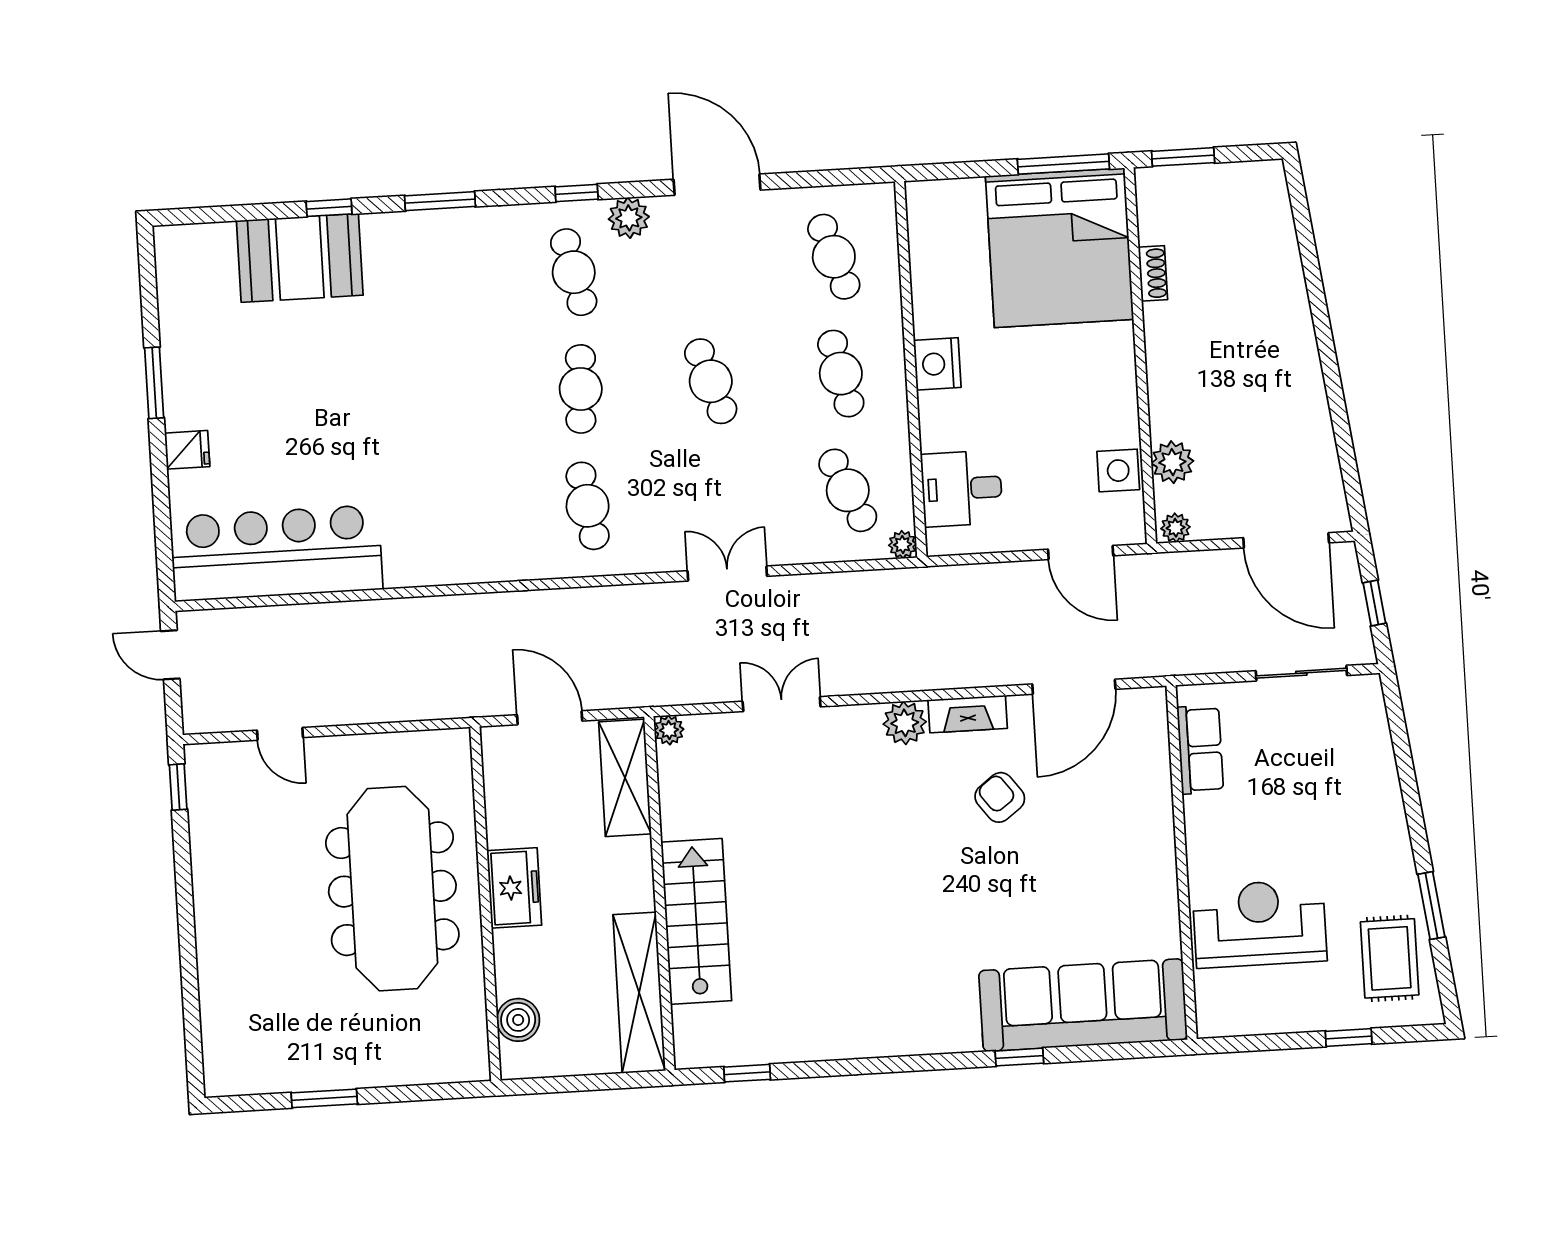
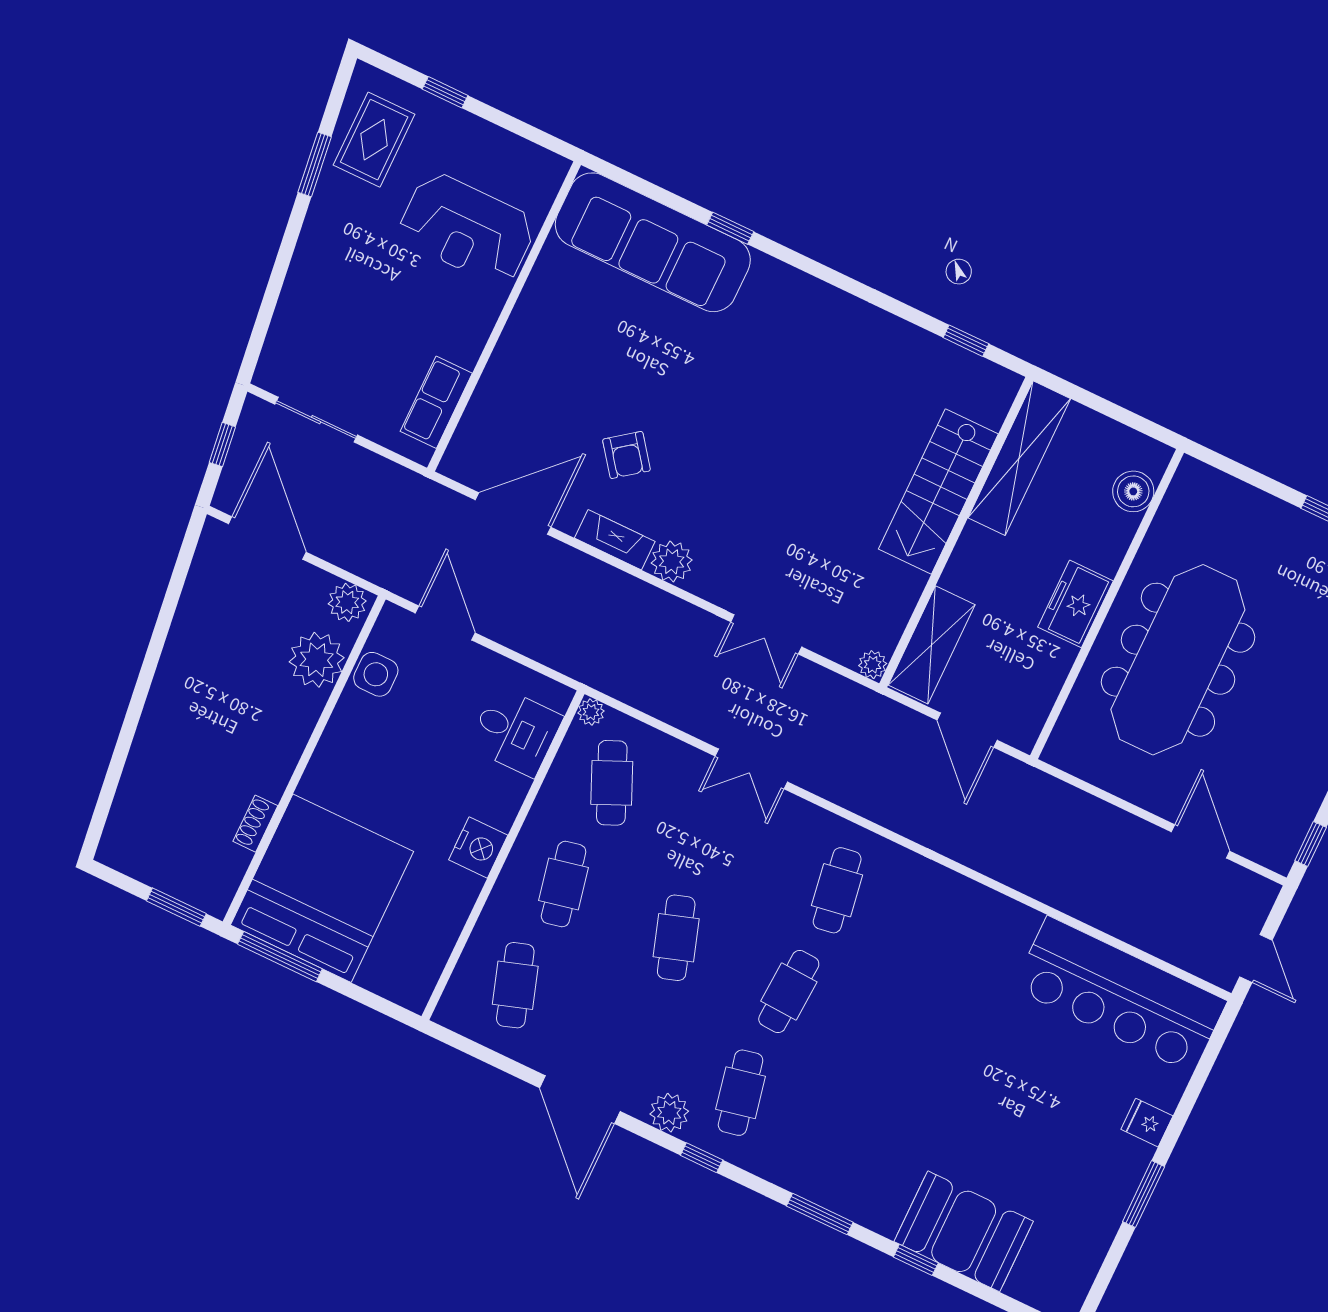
plant: (1172, 462) -> (317, 660), width x1.36, depth x1.36
plant: (1176, 528) -> (347, 602), width x1.38, depth x1.38
door: (280, 734) -> (1201, 841), width x1.38

